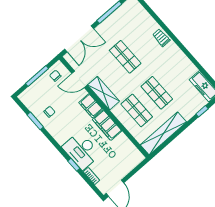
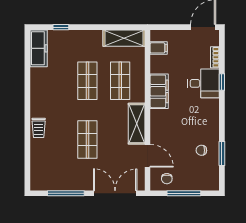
filing cabinet: (91, 106) -> (159, 48), moved, width x0.50
shelving: (163, 133) -> (124, 38), width x0.68
desk: (81, 150) -> (203, 83), width x0.73

